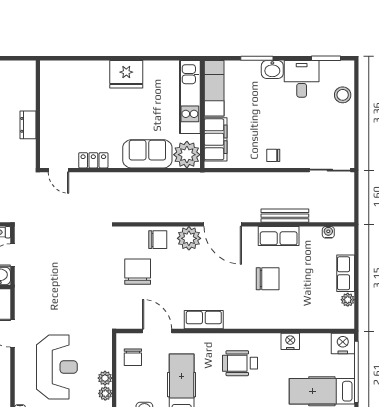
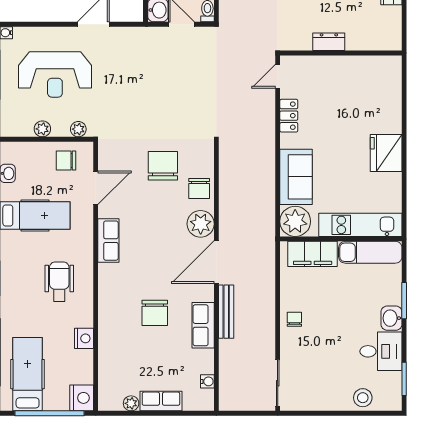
bench: (285, 216) -> (226, 312), moved
chair: (138, 272) -> (163, 166), turned -90
plant: (105, 393) -> (78, 129), moved

